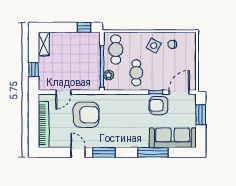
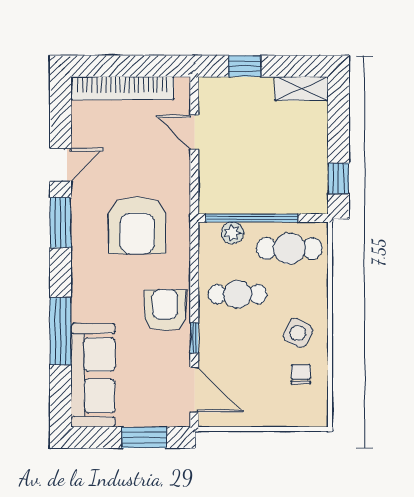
armchair: (158, 105) -> (165, 310), moved
armchair: (86, 115) -> (137, 225), moved

